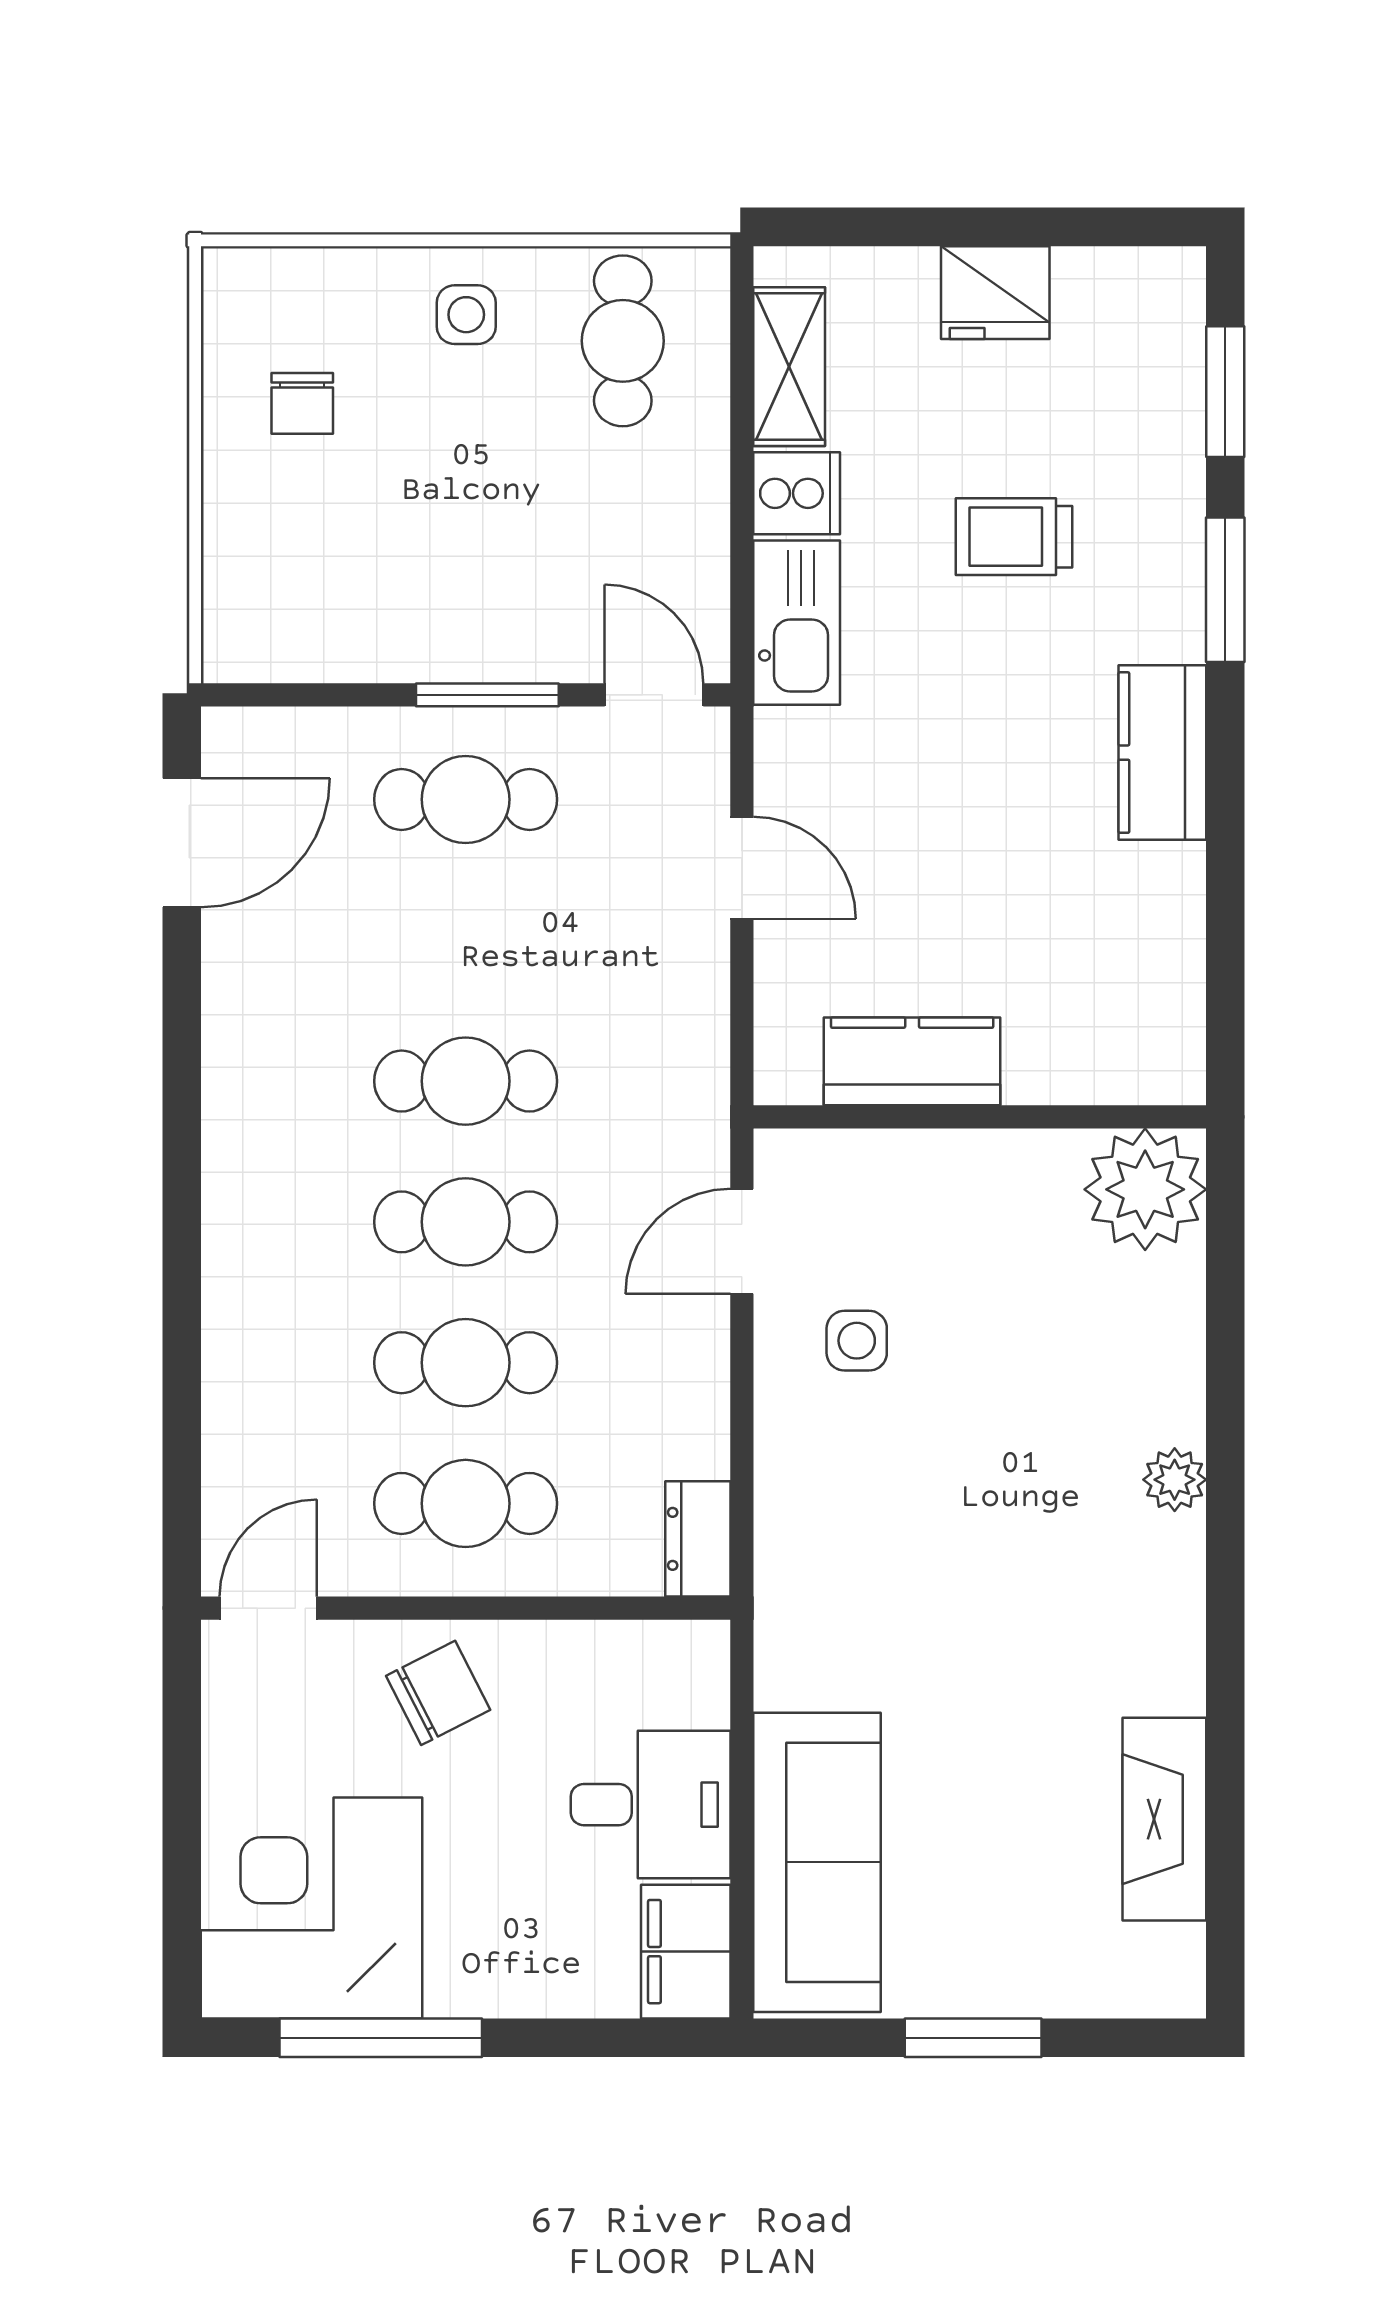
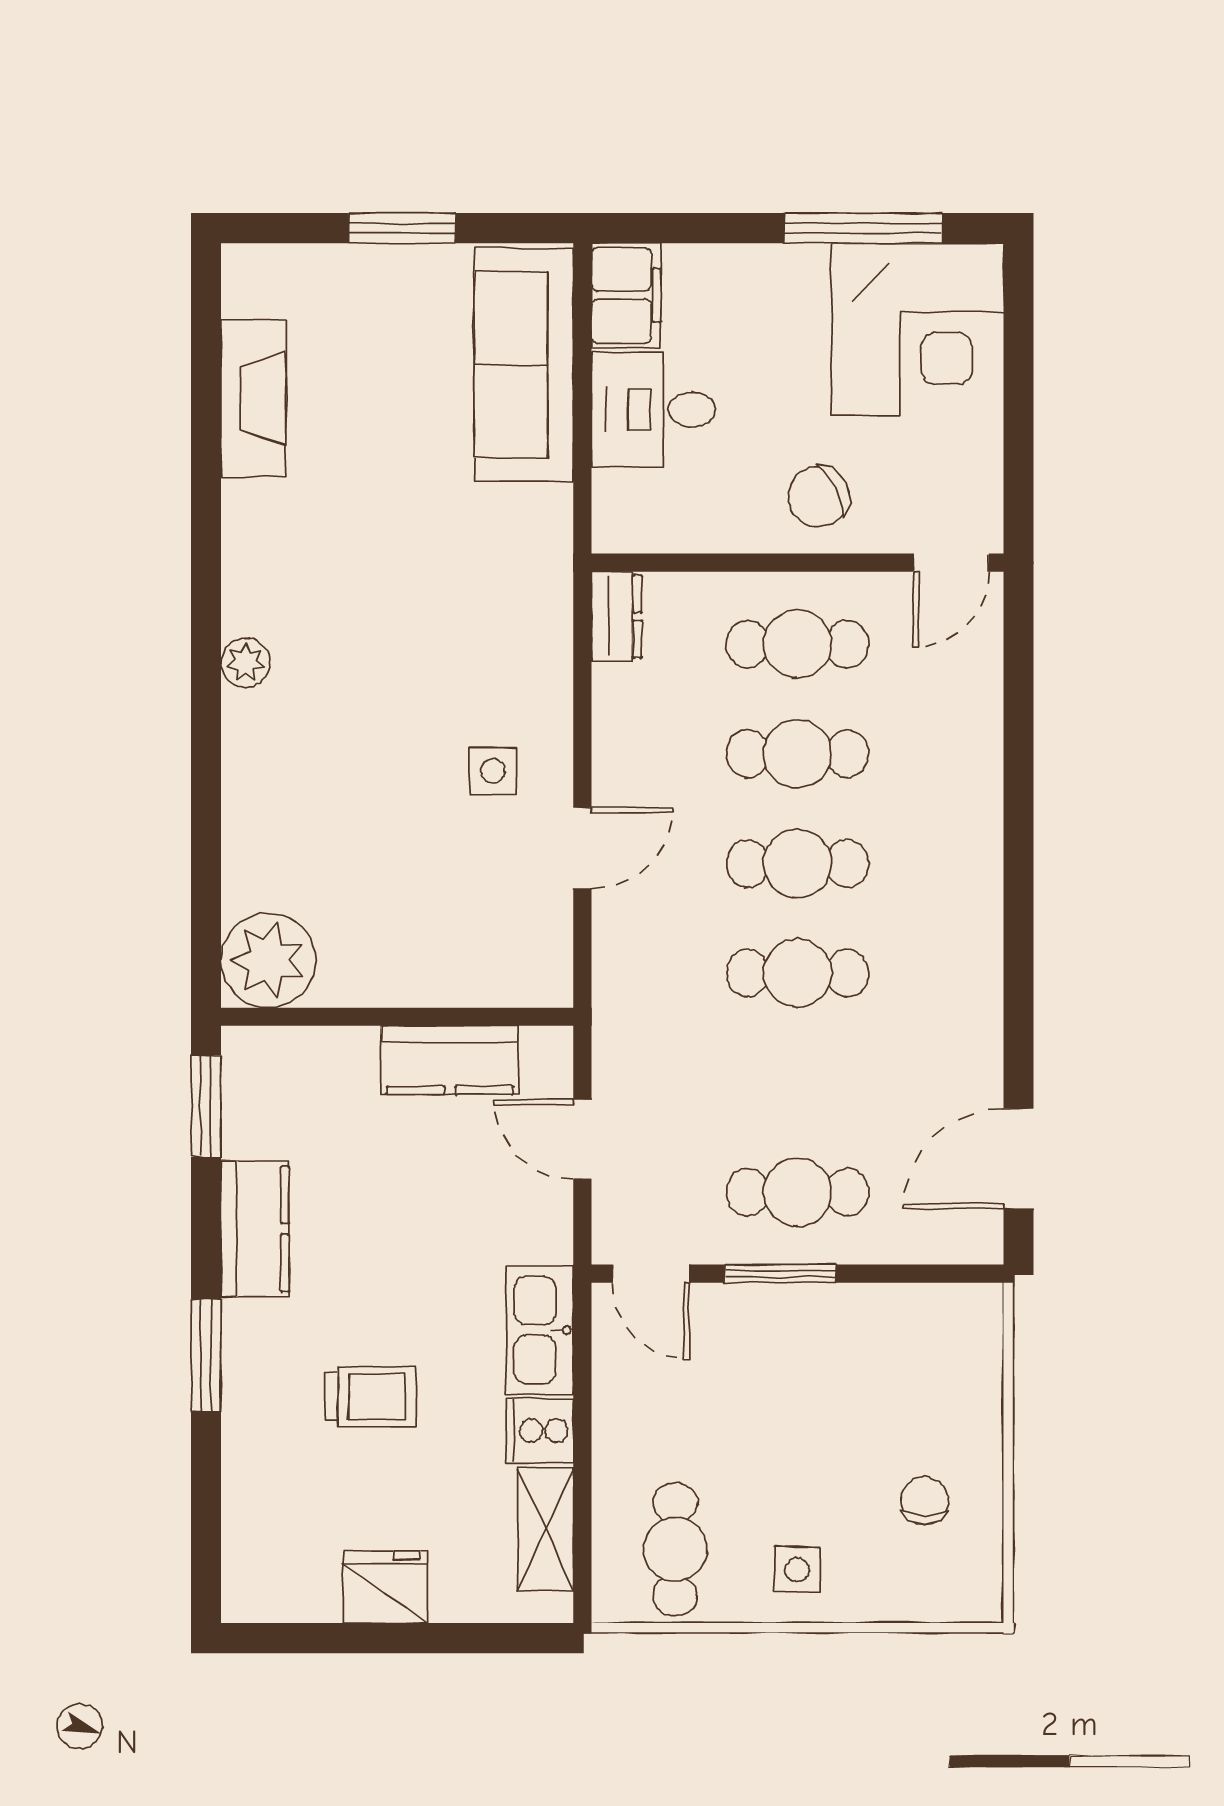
window: (1225, 392) -> (206, 1106), moved
kitchen counter: (912, 1061) -> (450, 1060), moved
wall: (980, 1117) -> (397, 1017), moved
plant: (1145, 1189) -> (268, 960), moved

